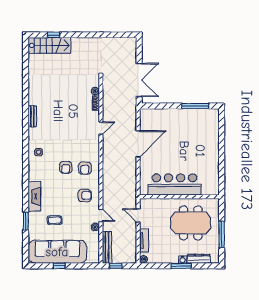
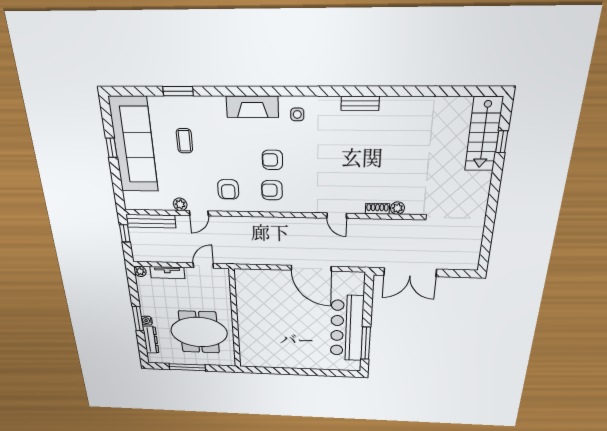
bar counter: (175, 184) -> (347, 328), moved, turned 180
fireplace: (34, 196) -> (252, 107), moved
meeting table: (191, 223) -> (199, 332), turned 90

